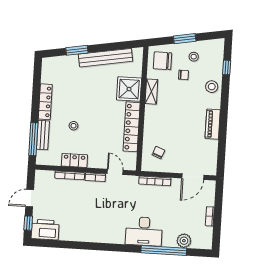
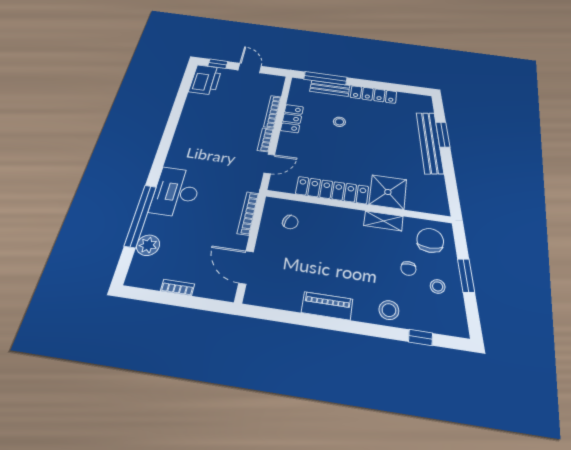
bench: (106, 58) -> (430, 143), moved

